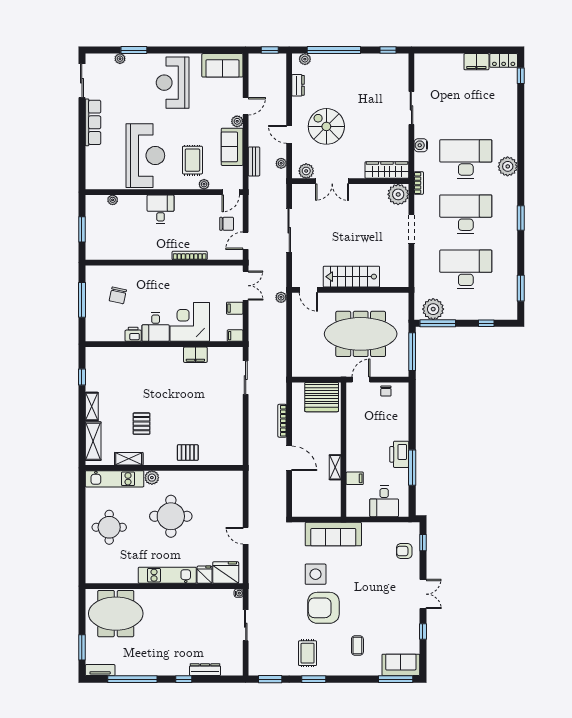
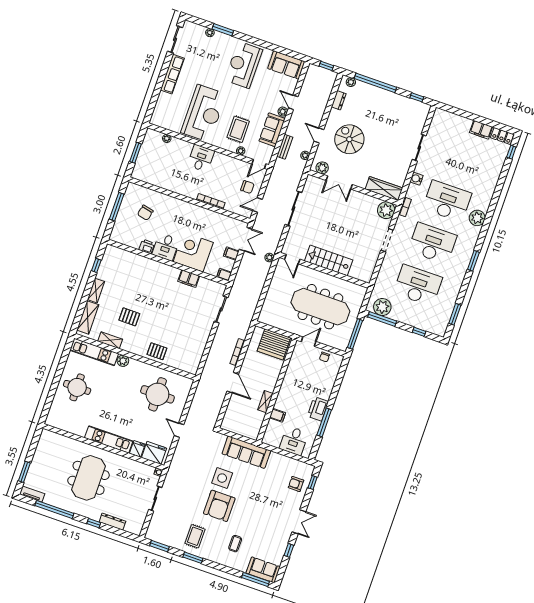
door: (246, 106) -> (293, 102), swing flipped
pallet: (142, 424) -> (129, 317), turned 90
round table: (171, 516) -> (157, 394), moved
armchair: (323, 608) -> (219, 506), turned -90
meeting table: (116, 614) -> (89, 478), moved, turned 90

